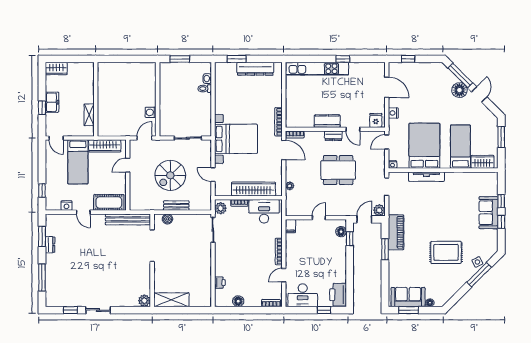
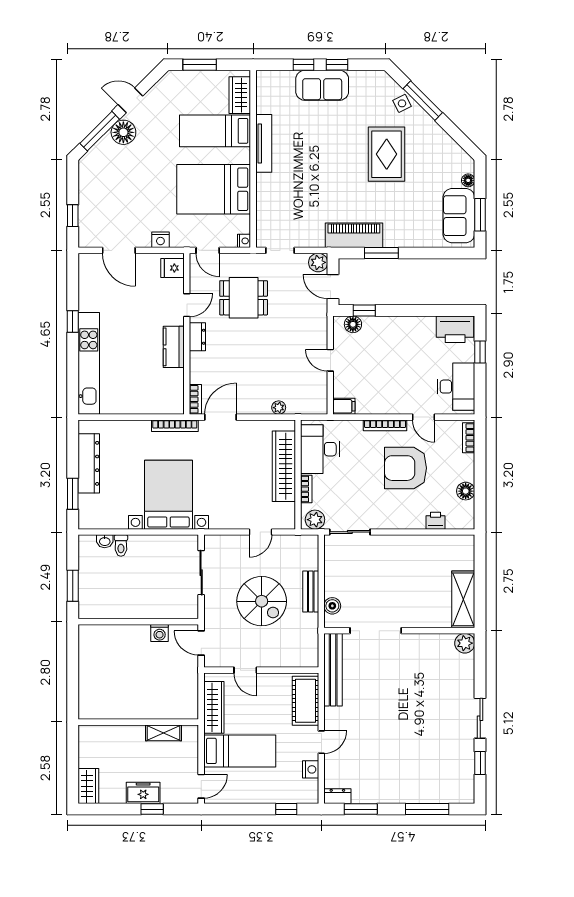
door: (387, 87) -> (119, 250), swing flipped
bed with nightstands: (236, 139) -> (168, 495), moved
dining table: (338, 170) -> (244, 298), moved, width x0.73
tv unit: (426, 177) -> (264, 143), moved
dresser: (50, 245) -> (337, 796), moved
armchair: (252, 264) -> (405, 468), added

